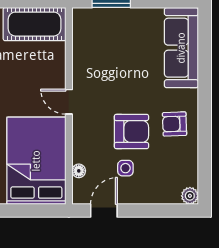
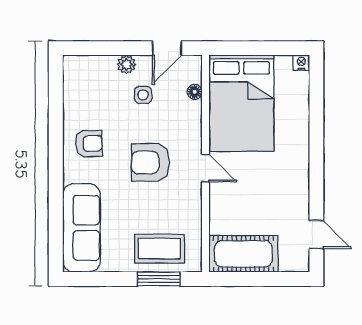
coffee table: (111, 29) -> (159, 249), added
armchair: (131, 131) -> (150, 163), moved
plant: (190, 196) -> (126, 64), moved

